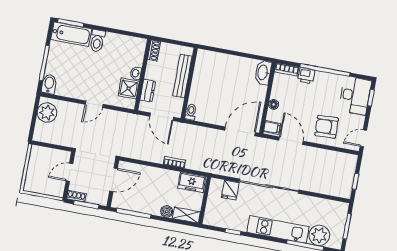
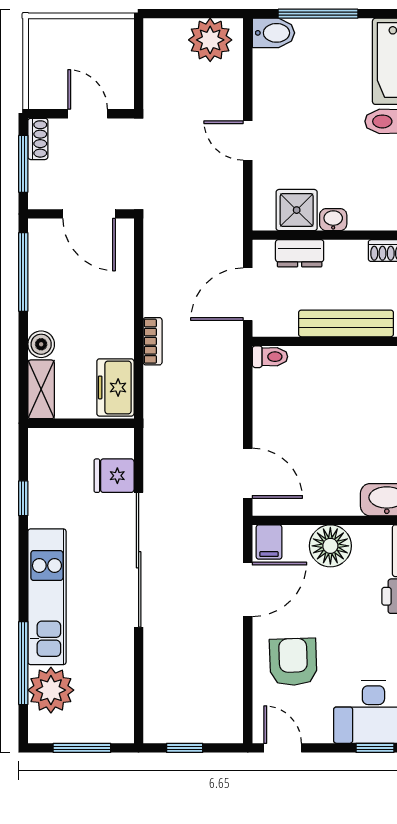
floor lamp: (274, 104) -> (330, 546), width x1.89, depth x1.89
door: (240, 131) -> (248, 473), width x0.73

